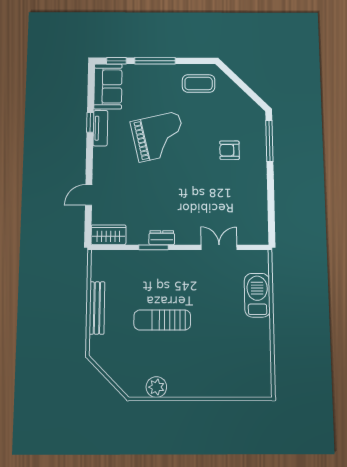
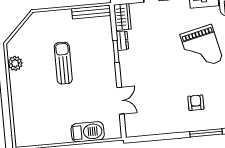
dresser: (162, 238) -> (122, 41), moved
bench: (97, 308) -> (91, 12), moved

